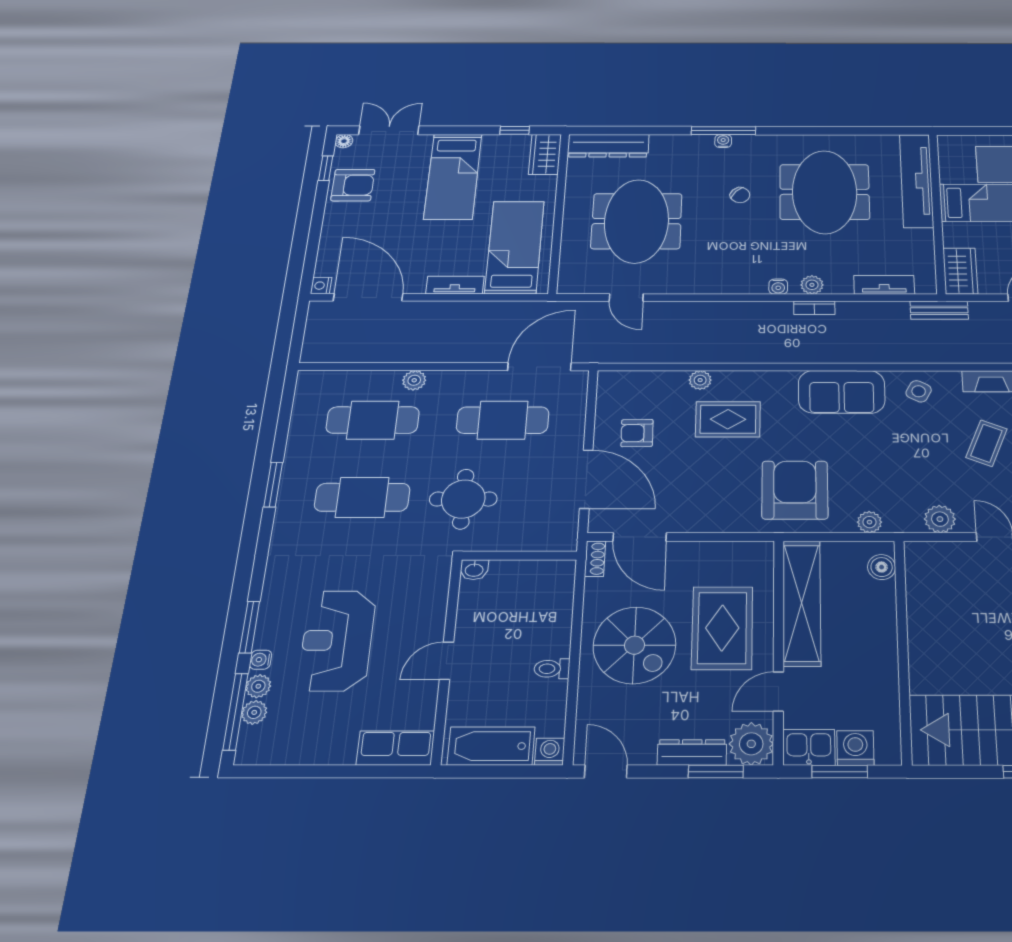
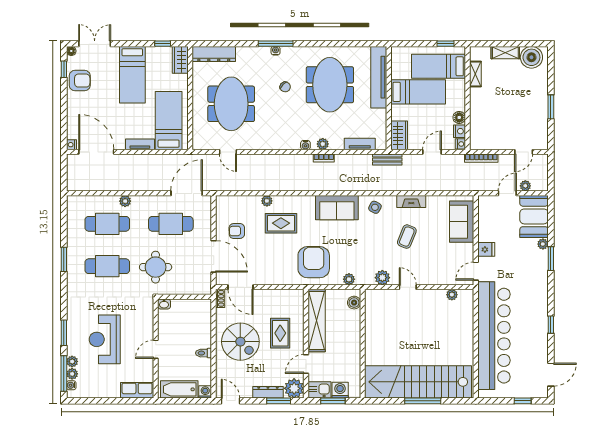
rug: (722, 628) -> (280, 333), width x0.73, depth x0.70
water cooler: (261, 660) -> (71, 385), moved

